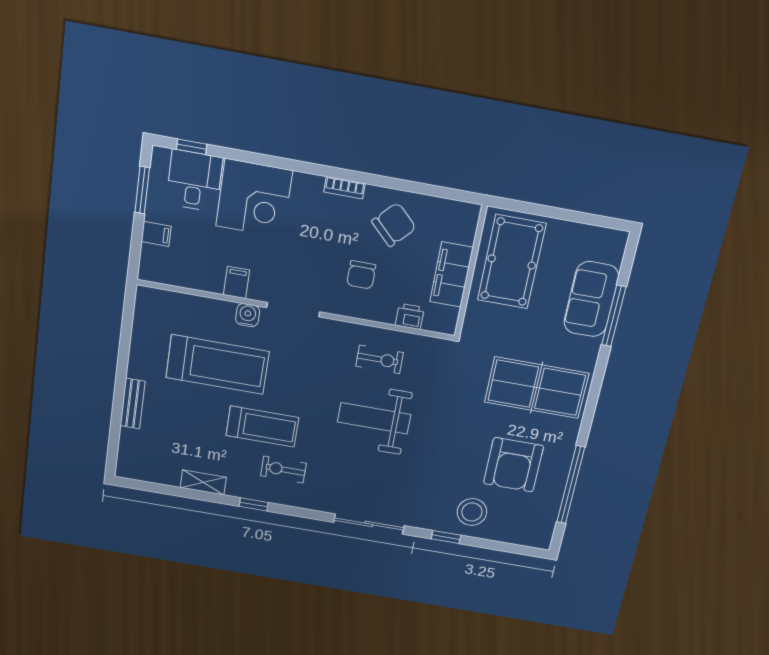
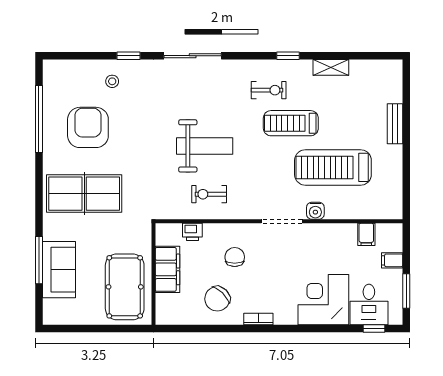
filing cabinet: (237, 283) -> (366, 234), moved
stool: (472, 512) -> (112, 81), width x0.53, depth x0.53

